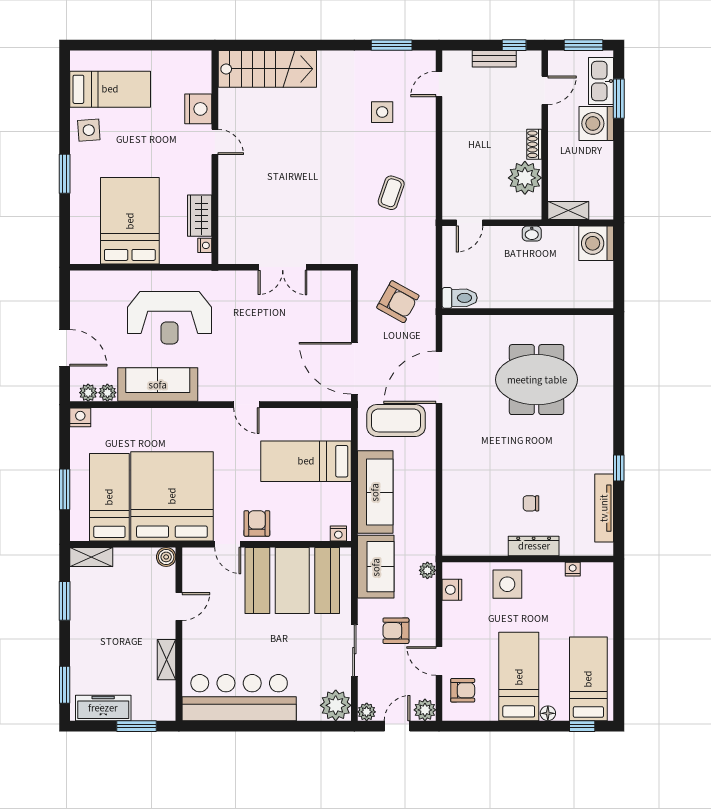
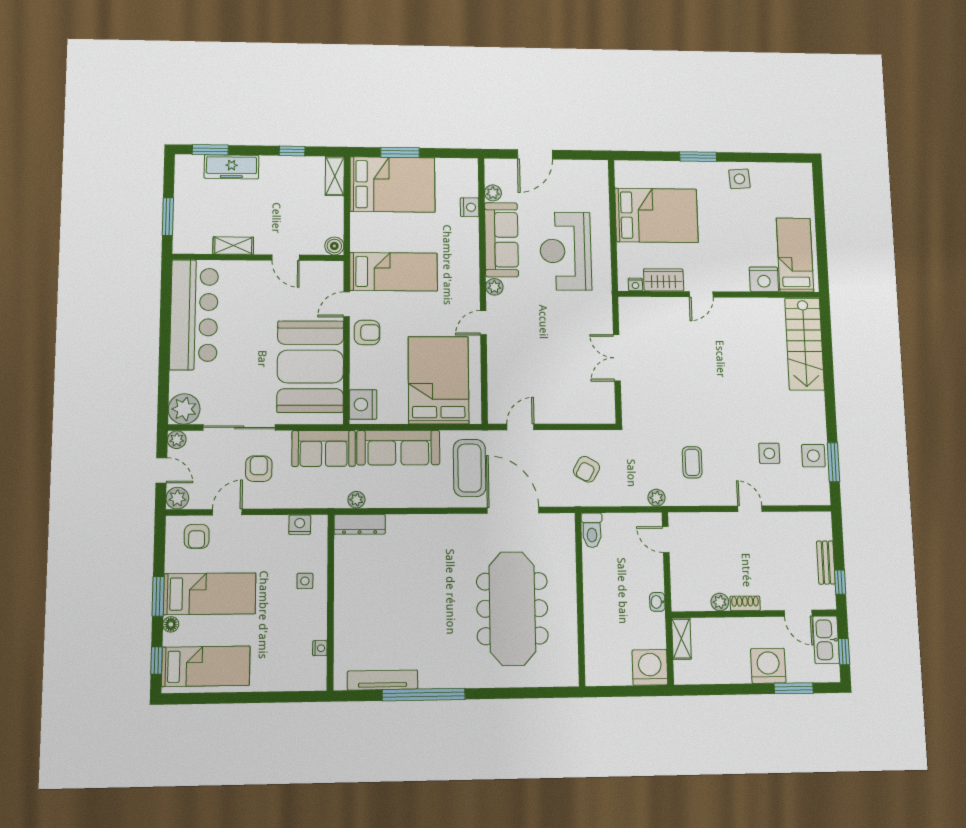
window: (583, 45) -> (844, 652), width x0.67
side table: (385, 66) -> (813, 456), added
kitchen sink: (601, 81) -> (826, 640), moved, turned -90
door: (439, 84) -> (750, 509), moved
bed: (110, 89) -> (795, 255), moved, turned 180
door: (215, 142) -> (701, 294), moved
plant: (525, 178) -> (720, 602), width x0.53, depth x0.53
coffee table: (391, 193) -> (692, 462), turned 71
plant: (427, 231) -> (657, 498), added
armchair: (398, 302) -> (587, 469), width x0.72, depth x0.72
door: (354, 368) -> (520, 427), width x0.53
meeting table: (537, 380) -> (512, 609), width x1.36
plant: (88, 393) -> (494, 287), moved
nightstand: (80, 417) -> (470, 207), moved
bed: (306, 461) -> (439, 380), width x1.50
window: (619, 468) -> (424, 695), width x3.17
bed: (172, 496) -> (394, 272), width x0.49
bed: (109, 497) -> (392, 184), width x1.50
chair: (531, 503) -> (387, 604), removed
nightstand: (338, 533) -> (363, 404), width x1.89, depth x1.79
dresser: (534, 546) -> (360, 524), moved, turned 90
plant: (427, 570) -> (356, 500), moved
side table: (507, 584) -> (305, 581), width x0.54, depth x0.54
window: (65, 601) -> (292, 151), width x0.67
sliding door: (354, 651) -> (239, 427), width x1.37
freezer: (103, 708) -> (231, 167), moved, turned 90
window: (521, 726) -> (158, 596), added

